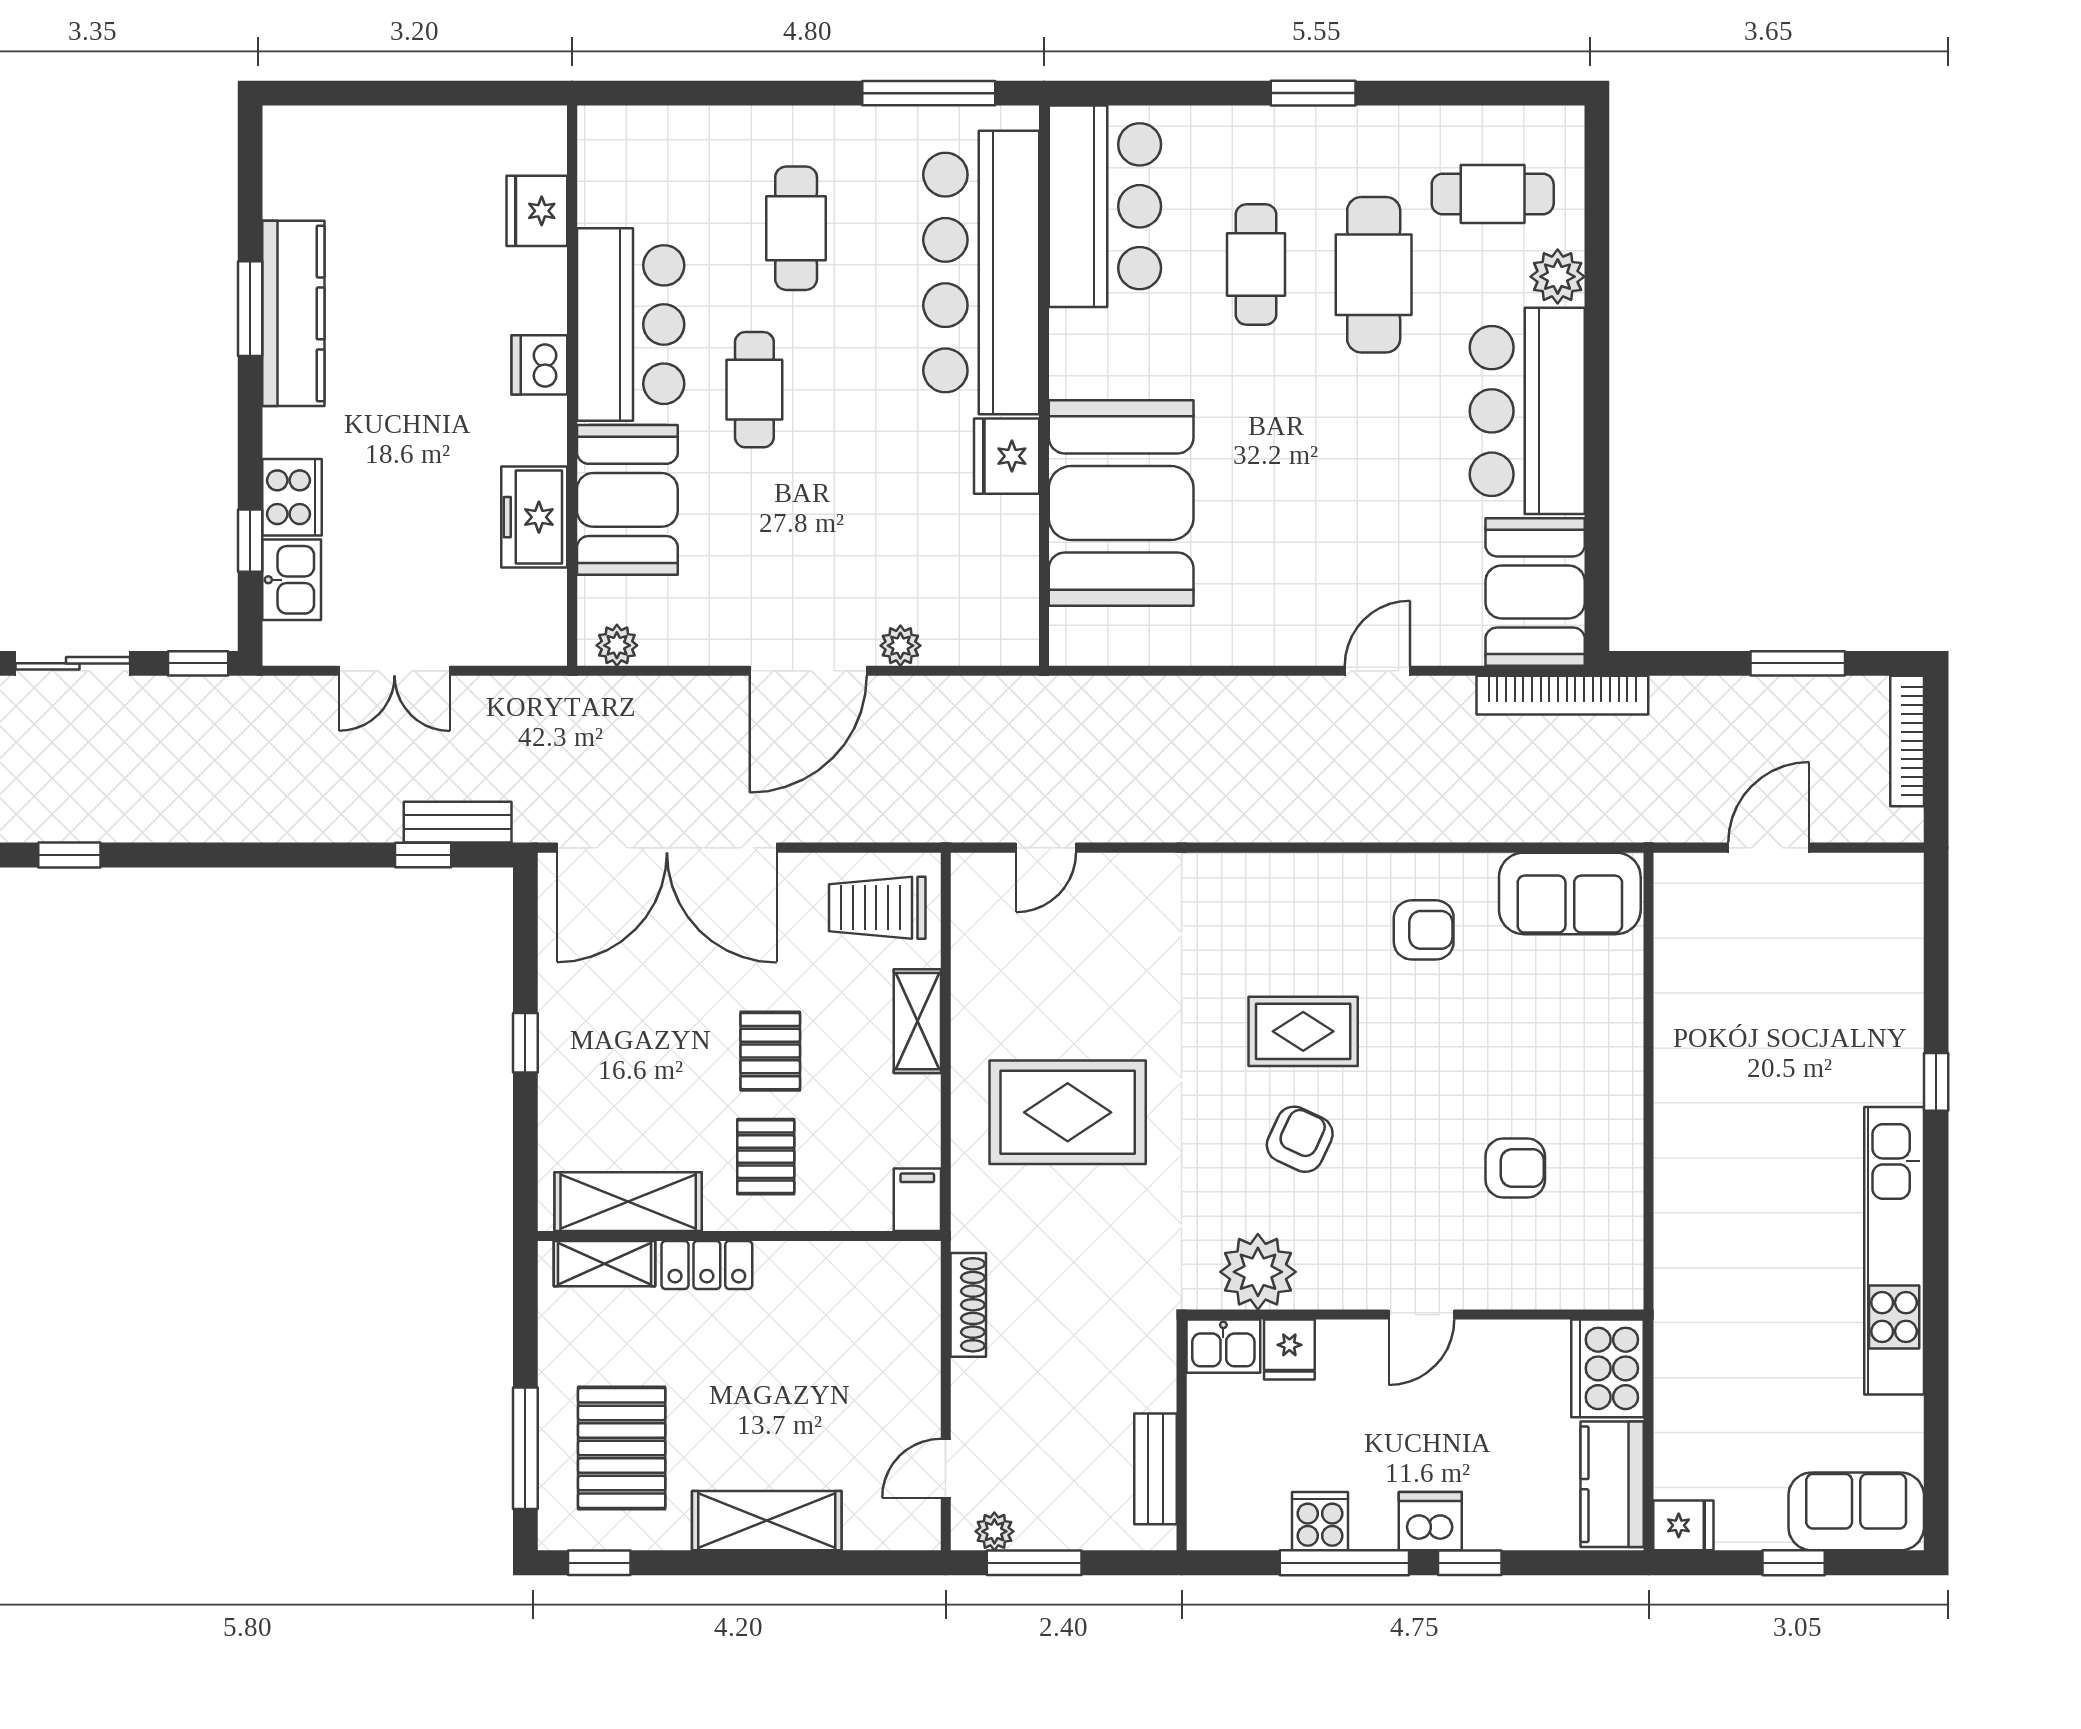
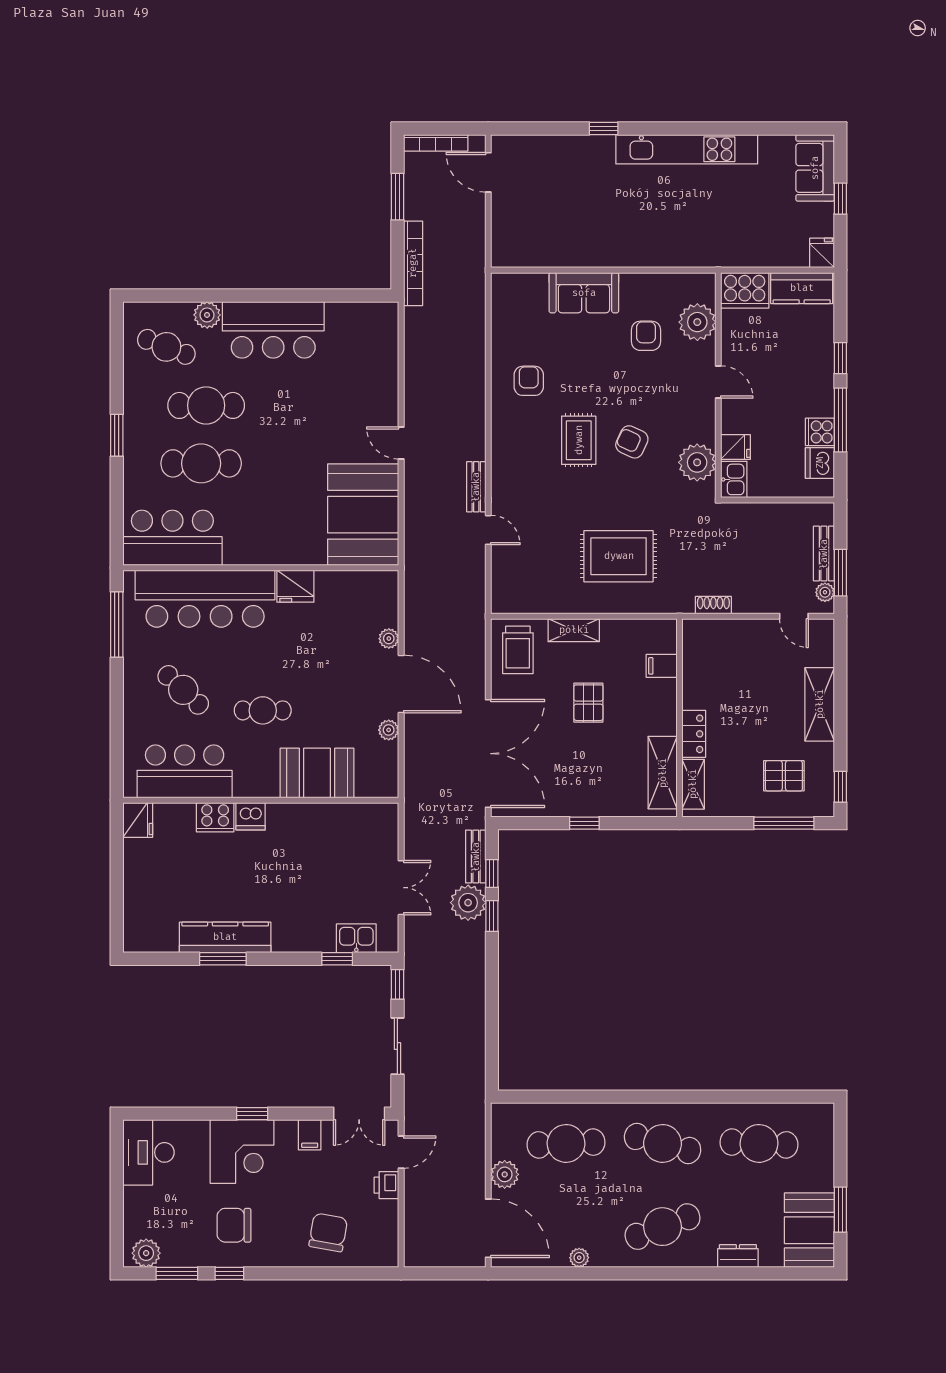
cafe table: (1493, 194) -> (166, 347), turned -69
fridge: (537, 211) -> (138, 820), moved, turned -90
cafe table: (796, 228) -> (183, 690), turned 43
cafe table: (1256, 265) -> (201, 463), width x1.37, depth x1.35
bar counter: (631, 325) -> (185, 771), moved
cooker: (292, 497) -> (215, 817), moved, turned 180
booth: (1121, 503) -> (363, 515), moved, turned 90
freezer: (534, 517) -> (325, 819), removed
booth: (1535, 592) -> (362, 326), removed
plant: (617, 645) -> (389, 730), moved
door: (1377, 671) -> (401, 443), moved
bookcase: (1562, 695) -> (413, 263), moved
plant: (364, 807) -> (468, 903), added
bench: (1209, 823) -> (476, 487), added
door: (1046, 848) -> (488, 530), moved
door: (1769, 848) -> (488, 172), moved
window: (69, 855) -> (492, 916), moved
sofa: (1570, 893) -> (584, 293), moved, turned 90
pallet: (770, 1051) -> (588, 703), turned 90
rug: (1068, 1112) -> (619, 556), turned 90
pallet: (766, 1157) -> (640, 705), removed
filing cabinet: (917, 1200) -> (662, 666), moved
plant: (1543, 1272) -> (697, 322), added
shoe rack: (968, 1305) -> (713, 605), width x0.70
pallet: (622, 1448) -> (784, 776), width x0.67, depth x0.71
bench: (1155, 1469) -> (824, 554), moved, turned 90
dishwasher: (1430, 1521) -> (820, 463), moved

